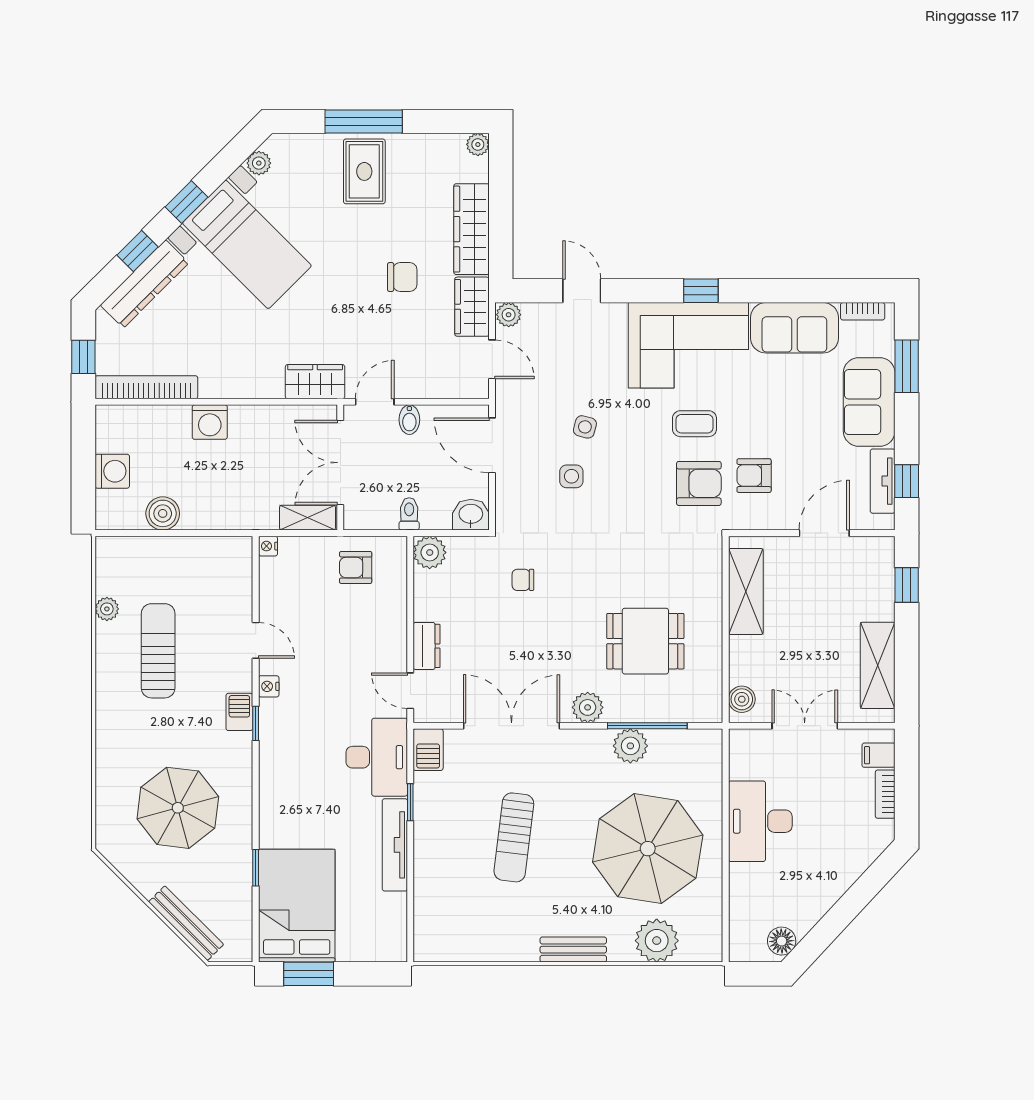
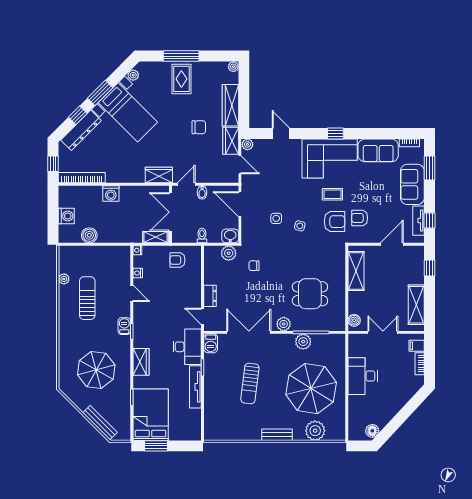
window: (187, 202) -> (100, 93), width x1.50
side table: (585, 427) -> (300, 226), moved
plant: (430, 552) -> (229, 253), moved
nightstand: (269, 686) -> (138, 273), moved
wardrobe: (276, 790) -> (141, 362), added

